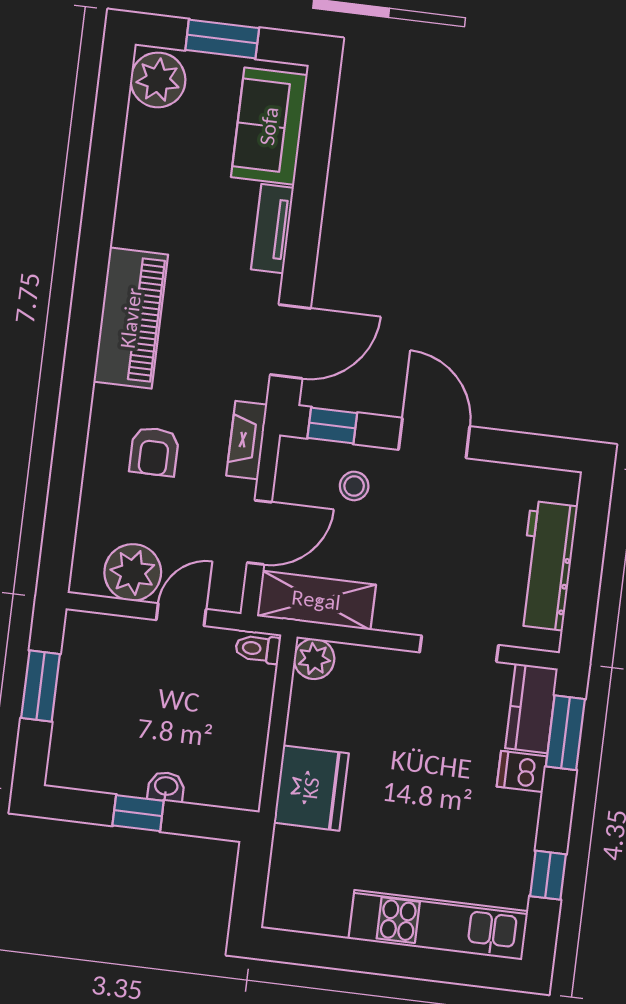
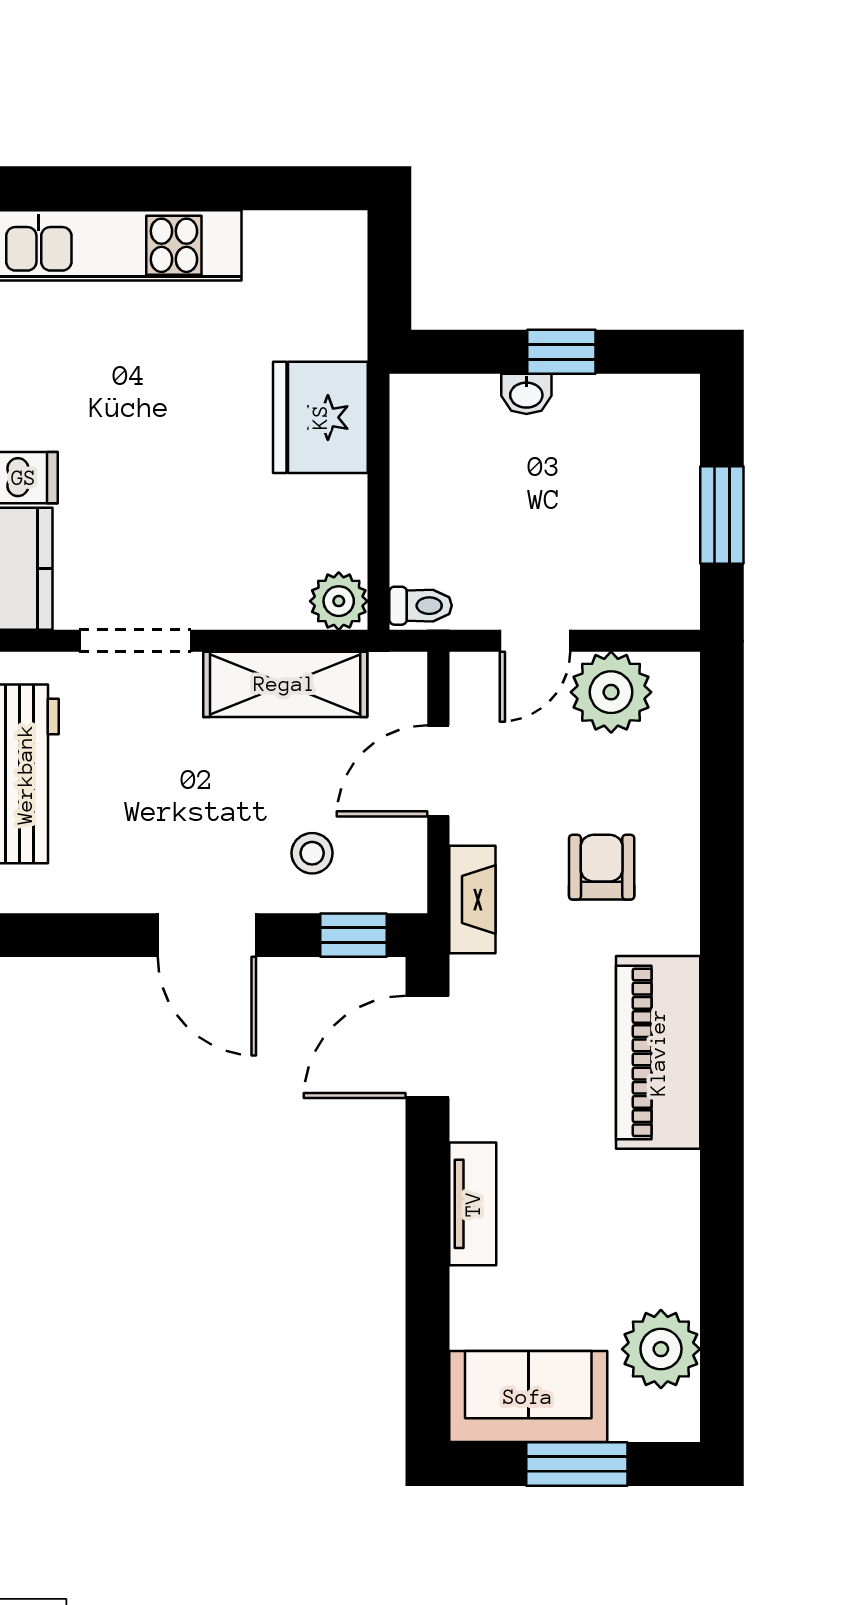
plant: (158, 80) -> (661, 1349), moved
sofa: (269, 126) -> (528, 1397), moved, turned -90
shelving: (316, 600) -> (285, 684), moved

